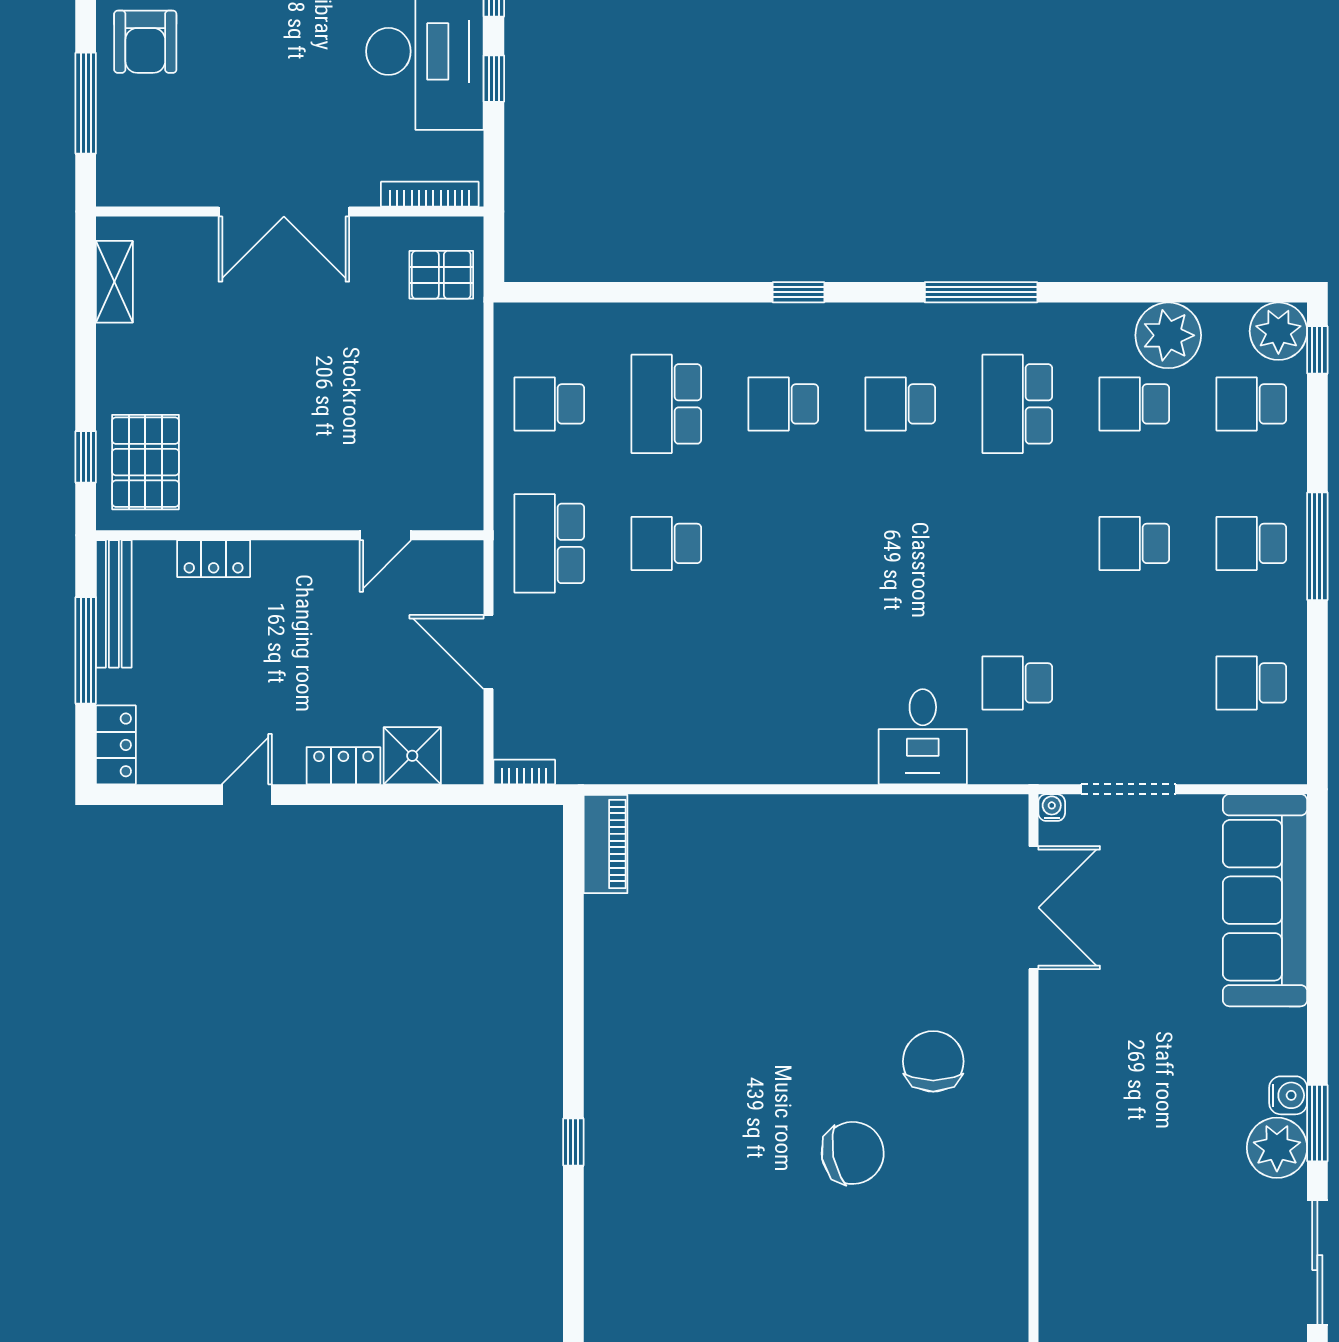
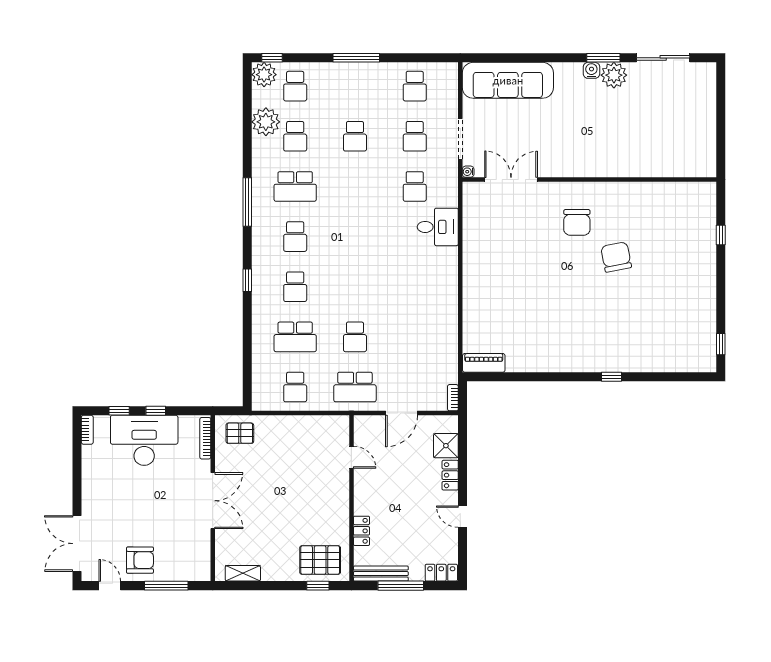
pallet: (441, 275) -> (240, 433), turned 90
school desk: (1251, 543) -> (415, 136), moved
chair: (933, 1061) -> (577, 222), turned -90

